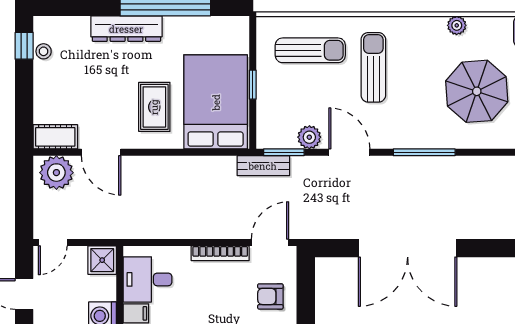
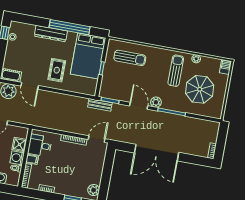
sun lounger: (373, 67) -> (176, 71), moved
bed: (216, 102) -> (88, 56), moved, turned 180
plant: (309, 137) -> (156, 102), moved
shower: (102, 260) -> (19, 145), moved
armchair: (270, 296) -> (92, 163), removed

